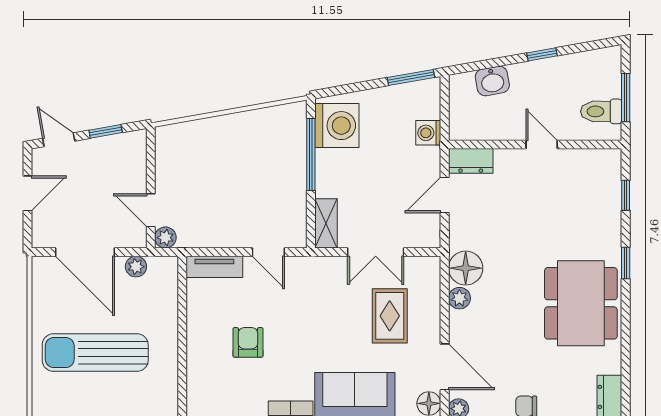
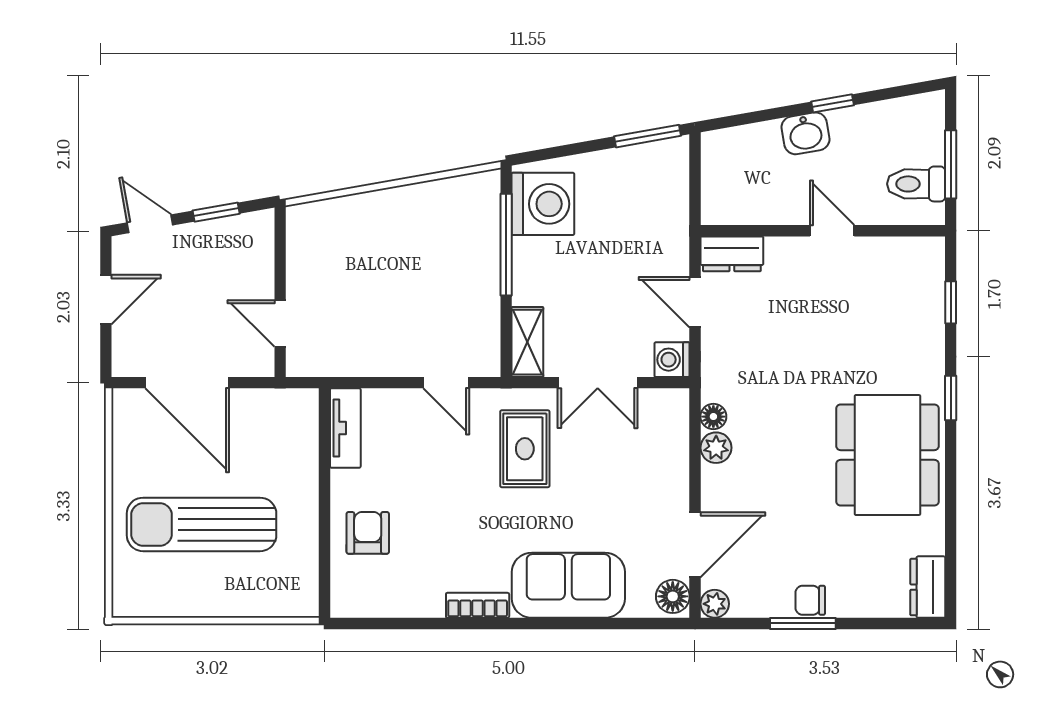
washbasin: (492, 81) -> (805, 133), moved
washing machine: (428, 133) -> (672, 360), moved
door: (445, 195) -> (695, 302), hinge flipped
plant: (165, 238) -> (301, 362), removed
plant: (136, 267) -> (259, 403), removed
tv unit: (214, 267) -> (345, 428), moved, turned -90
floor lamp: (466, 268) -> (713, 417), width x0.53, depth x0.53
rug: (390, 316) -> (525, 449), moved
armchair: (248, 342) -> (368, 533), moved
door: (445, 367) -> (695, 545), hinge flipped

